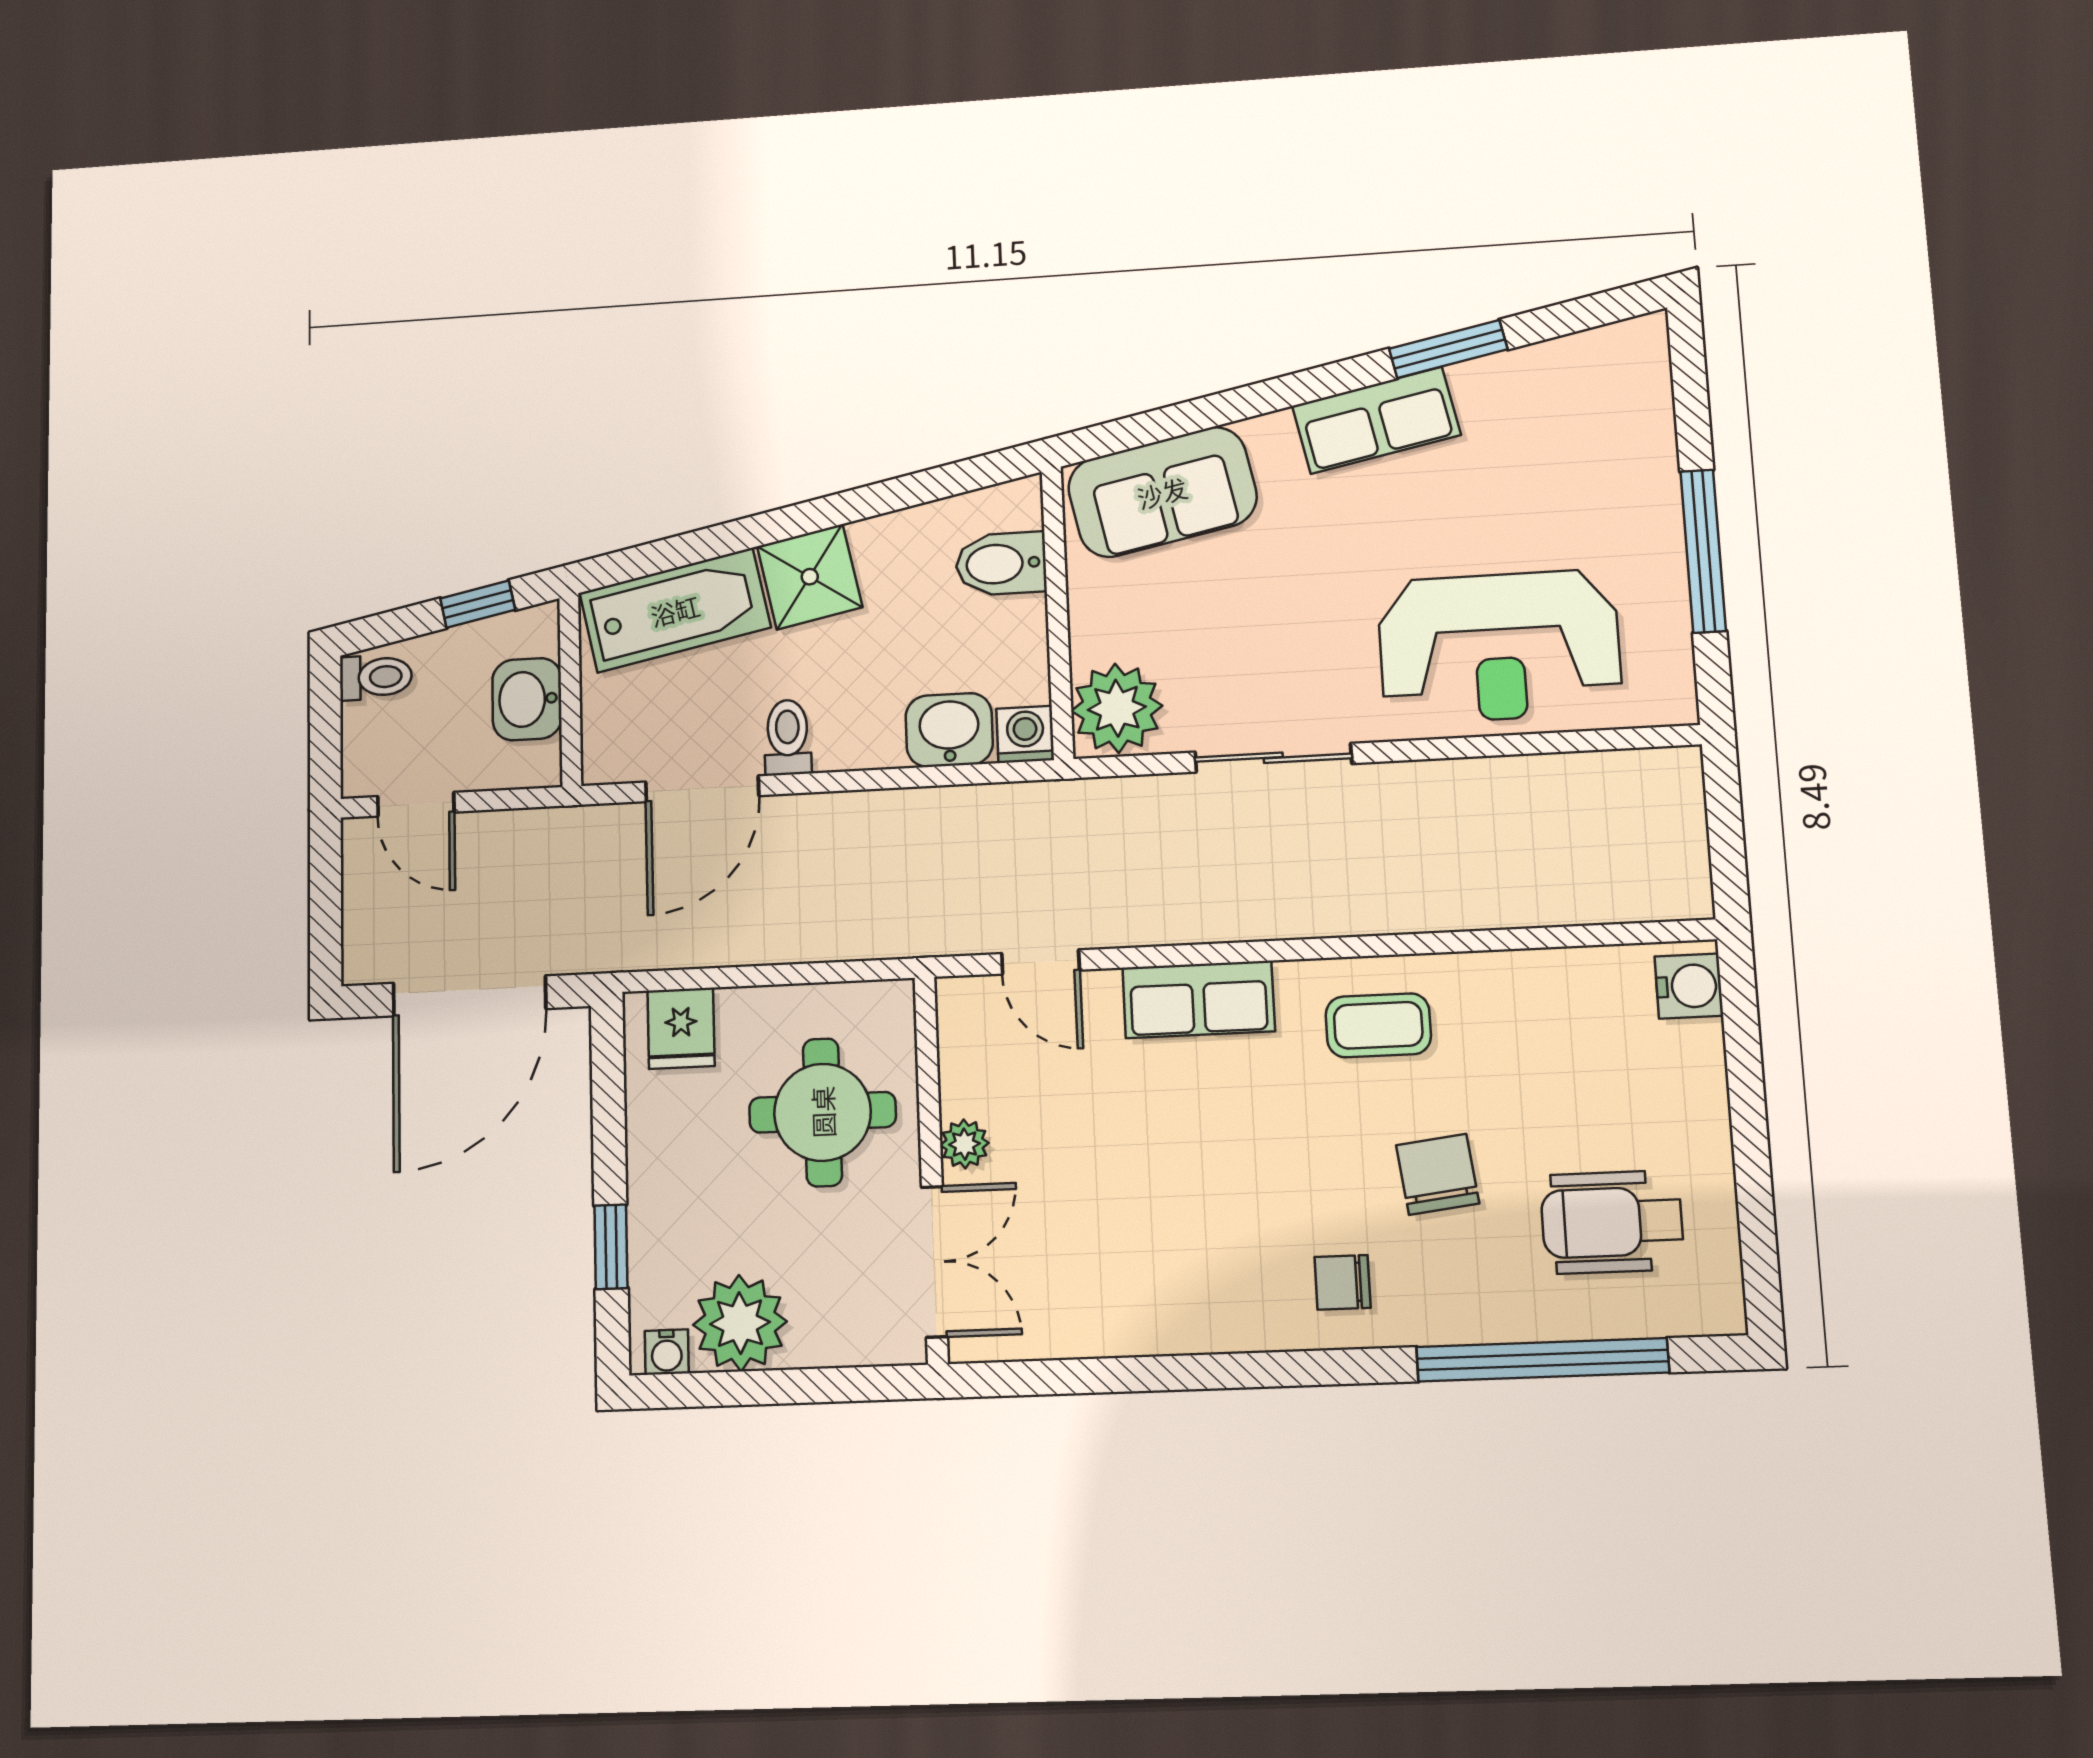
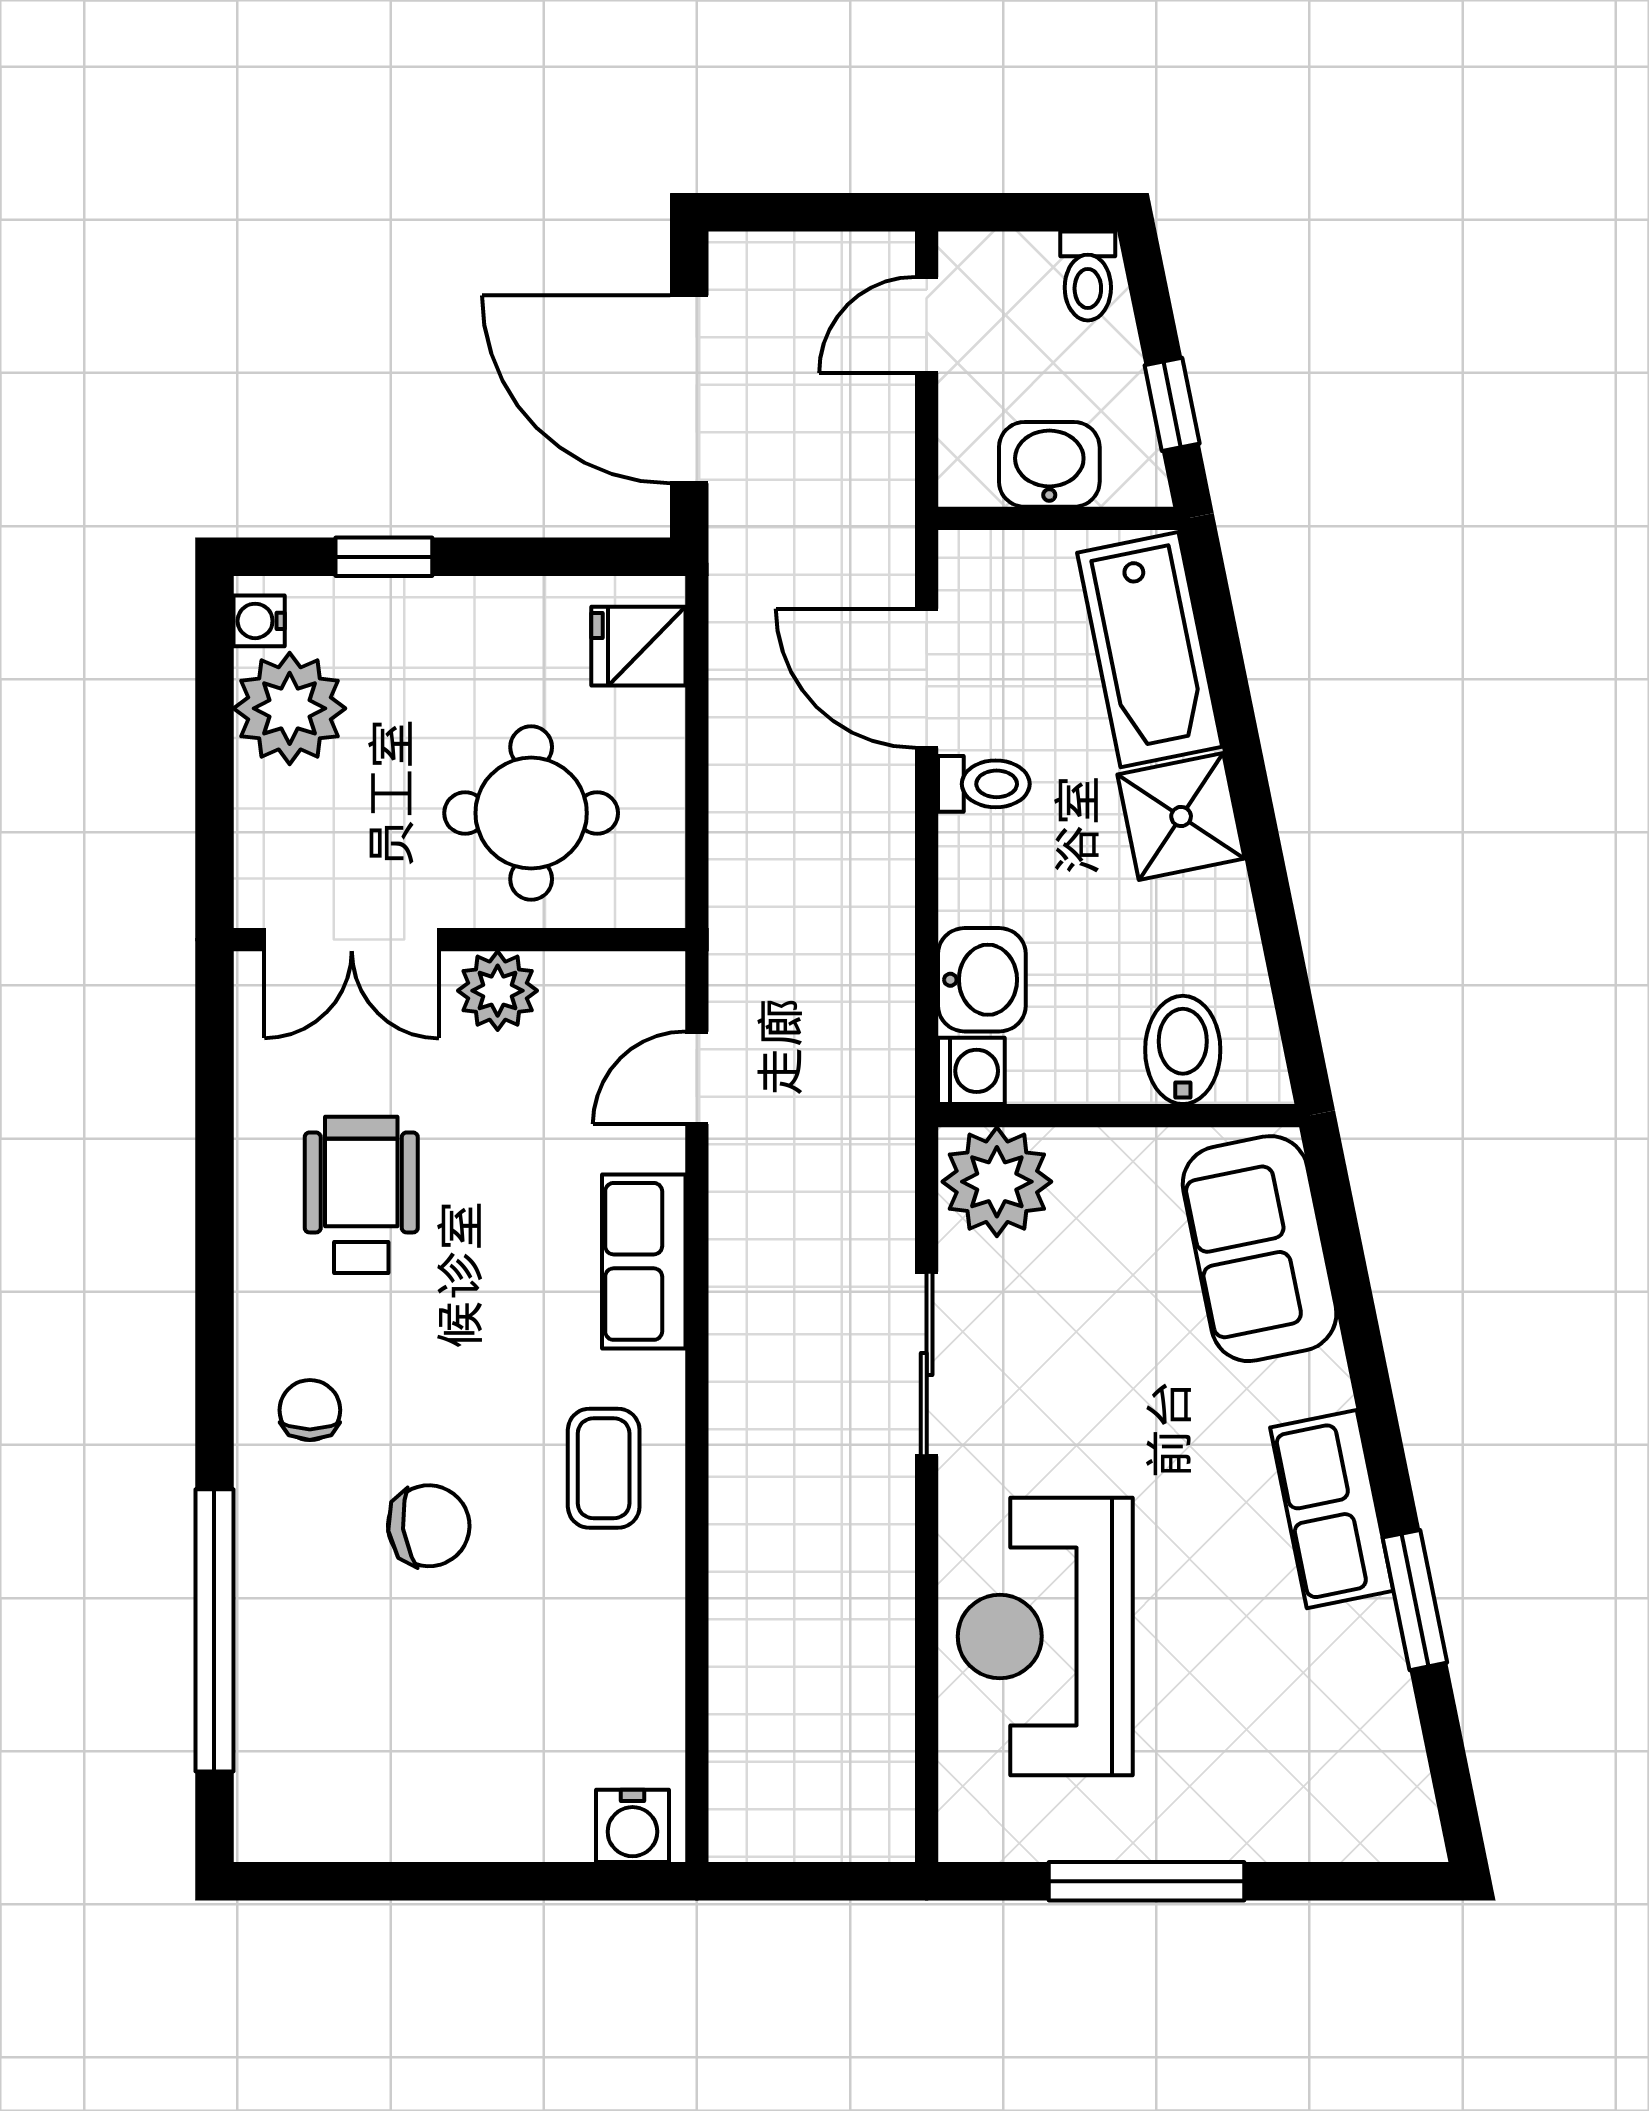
plant: (964, 1144) -> (498, 991), width x1.38, depth x1.38
wheelchair: (1612, 1222) -> (361, 1195), moved

